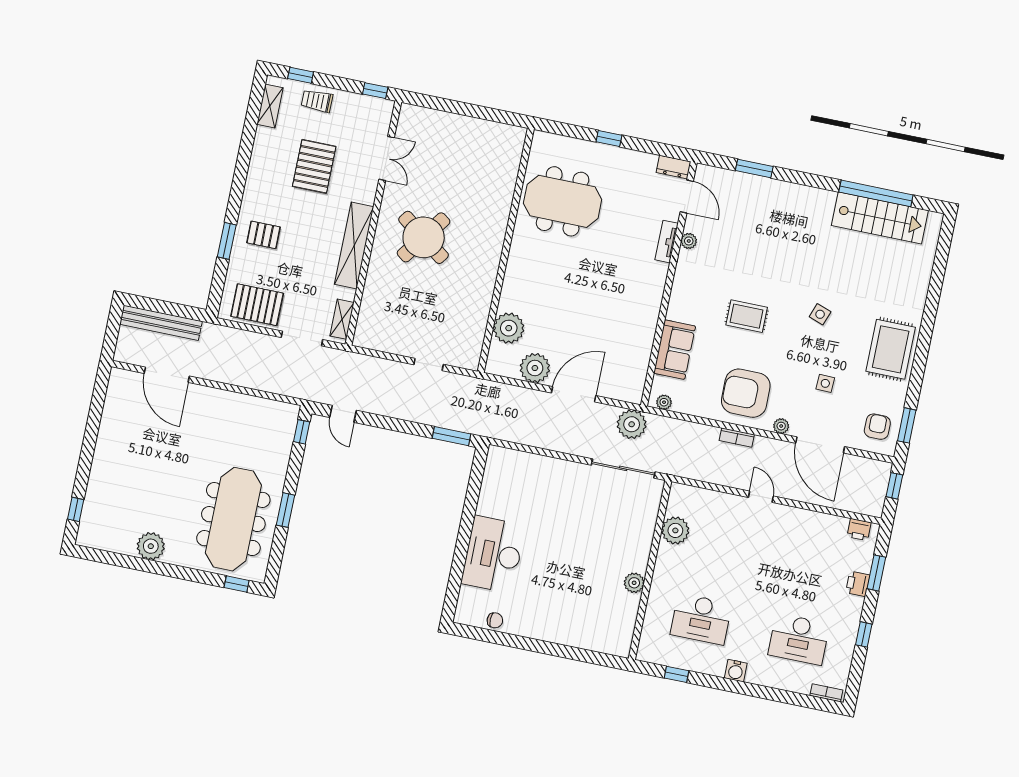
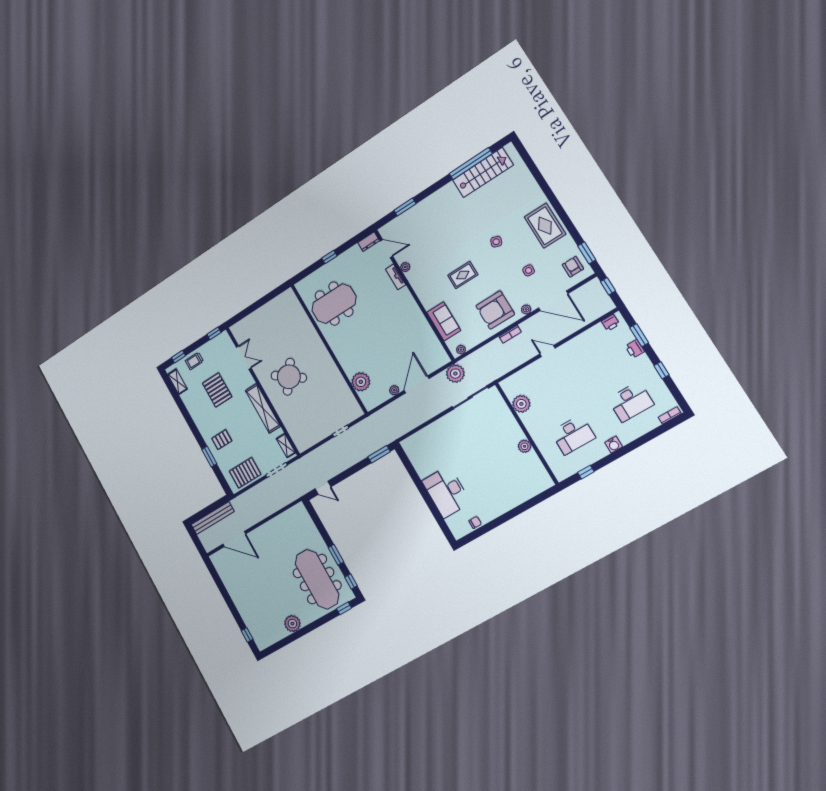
plant: (535, 368) -> (394, 390), width x0.53, depth x0.53
window: (302, 432) -> (351, 581), moved

